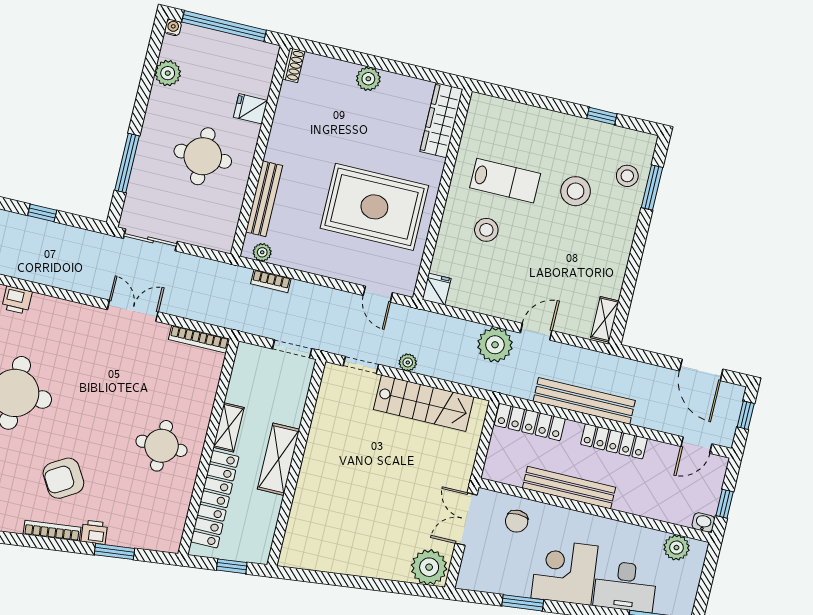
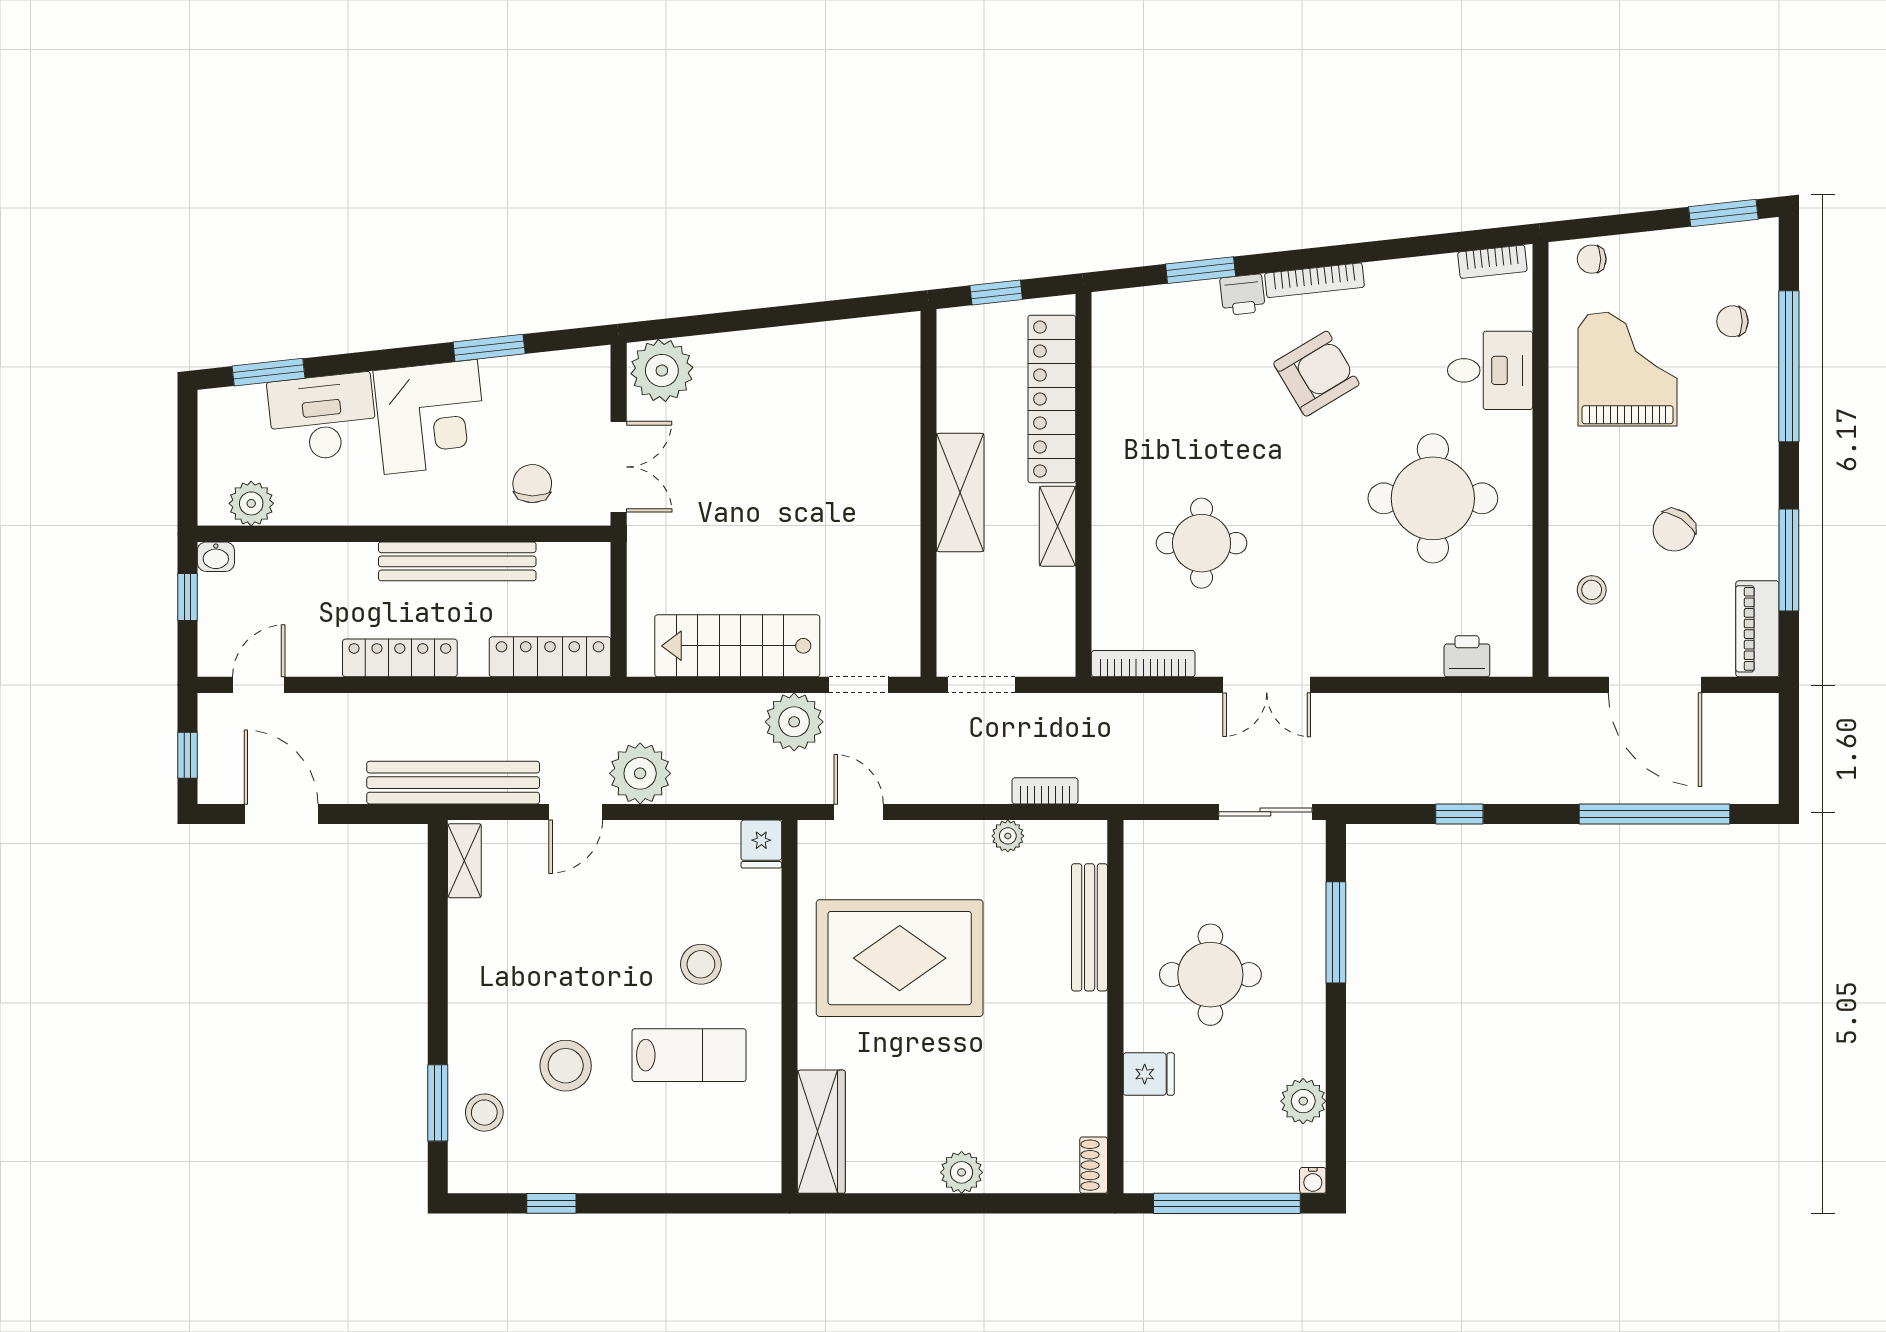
lab bench: (505, 181) -> (689, 1055), turned 180
plant: (262, 252) -> (1008, 836), moved
plant: (408, 362) -> (794, 722), width x1.87, depth x1.87
bench: (584, 401) -> (453, 783), moved
round table: (161, 446) -> (1202, 543), moved

